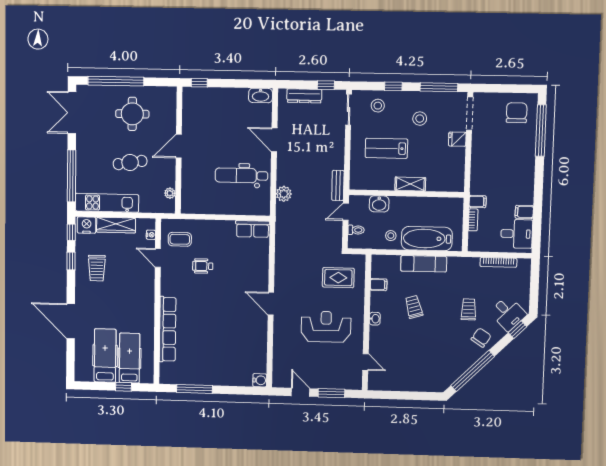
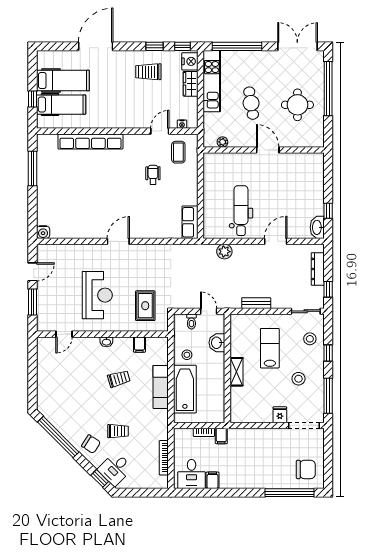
window: (199, 83) -> (328, 211), moved
bench: (338, 185) -> (256, 303), moved
wardrobe: (116, 225) -> (191, 84), width x0.67

